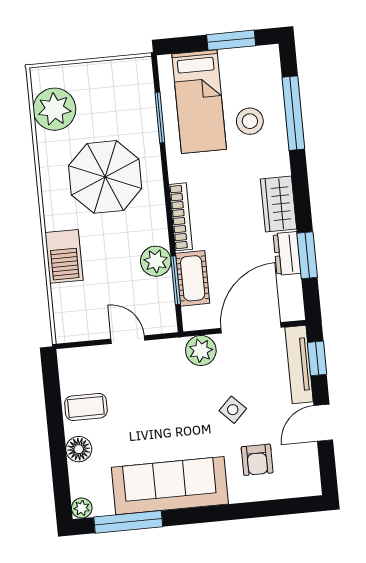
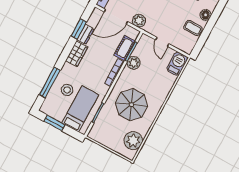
barbecue: (64, 256) -> (177, 64), moved

